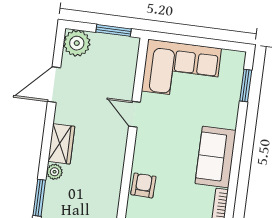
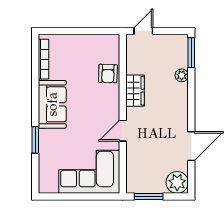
window: (246, 86) -> (35, 140), moved
door: (135, 114) -> (123, 131), swing flipped
wardrobe: (61, 144) -> (135, 91), moved, turned 180

